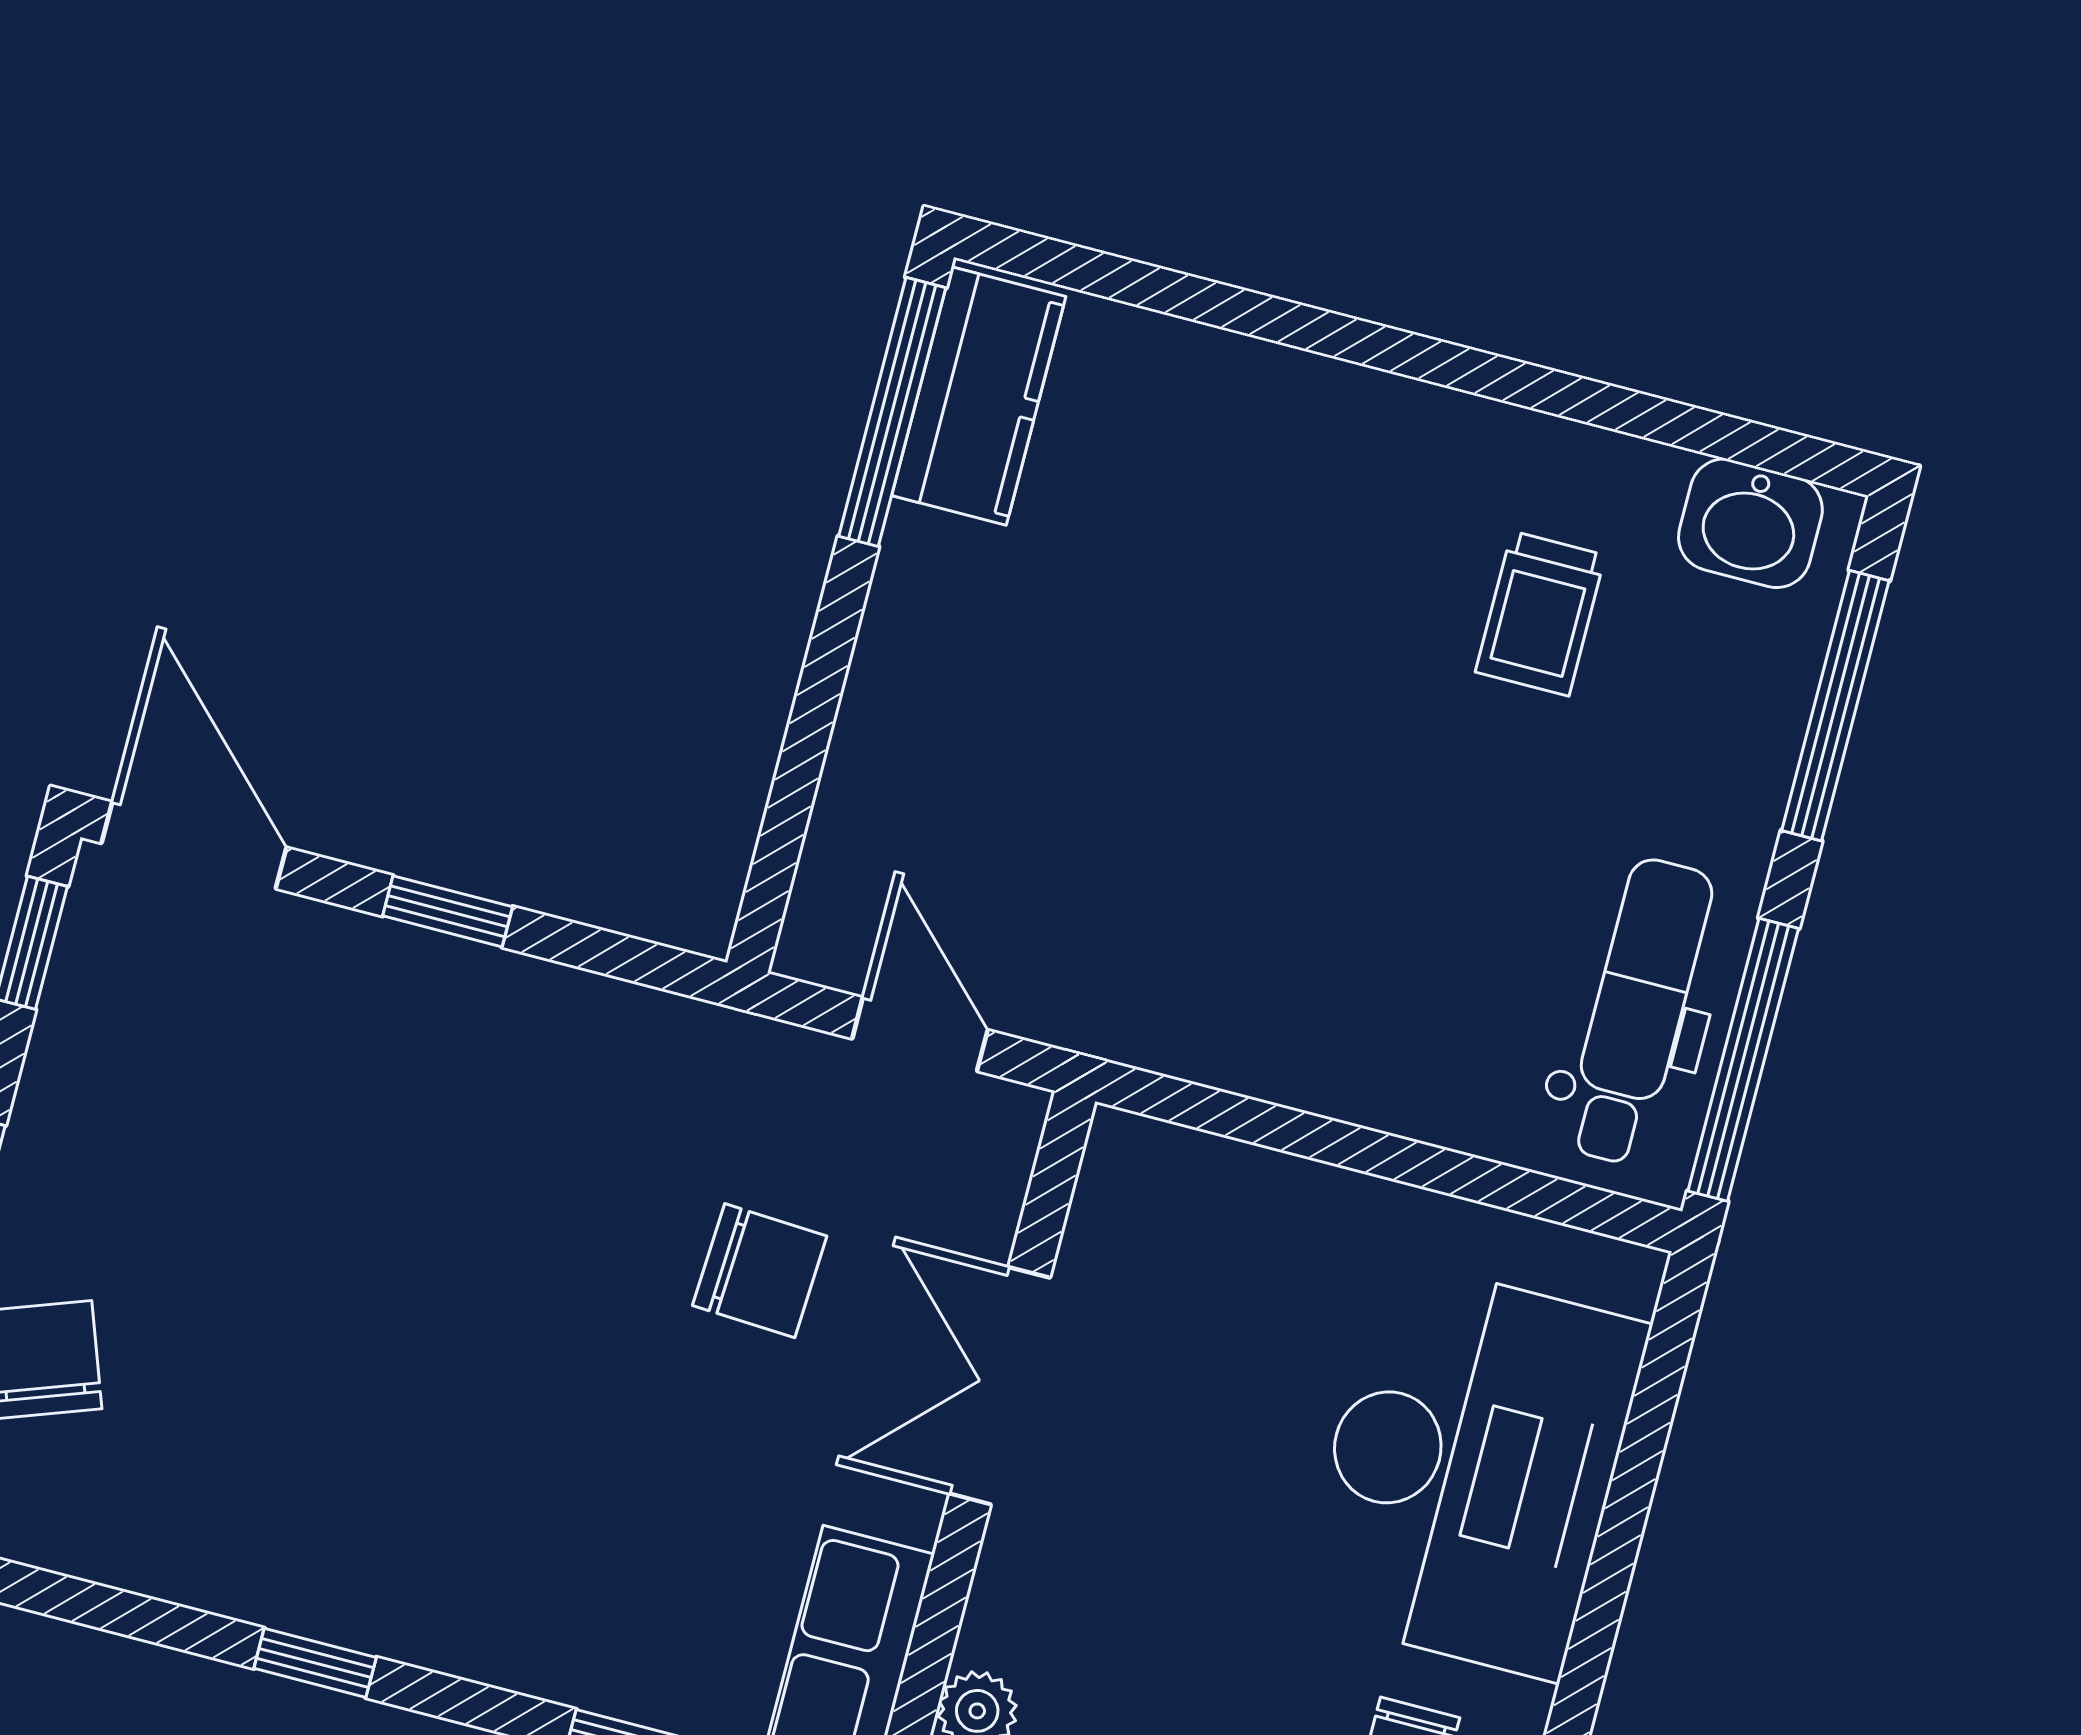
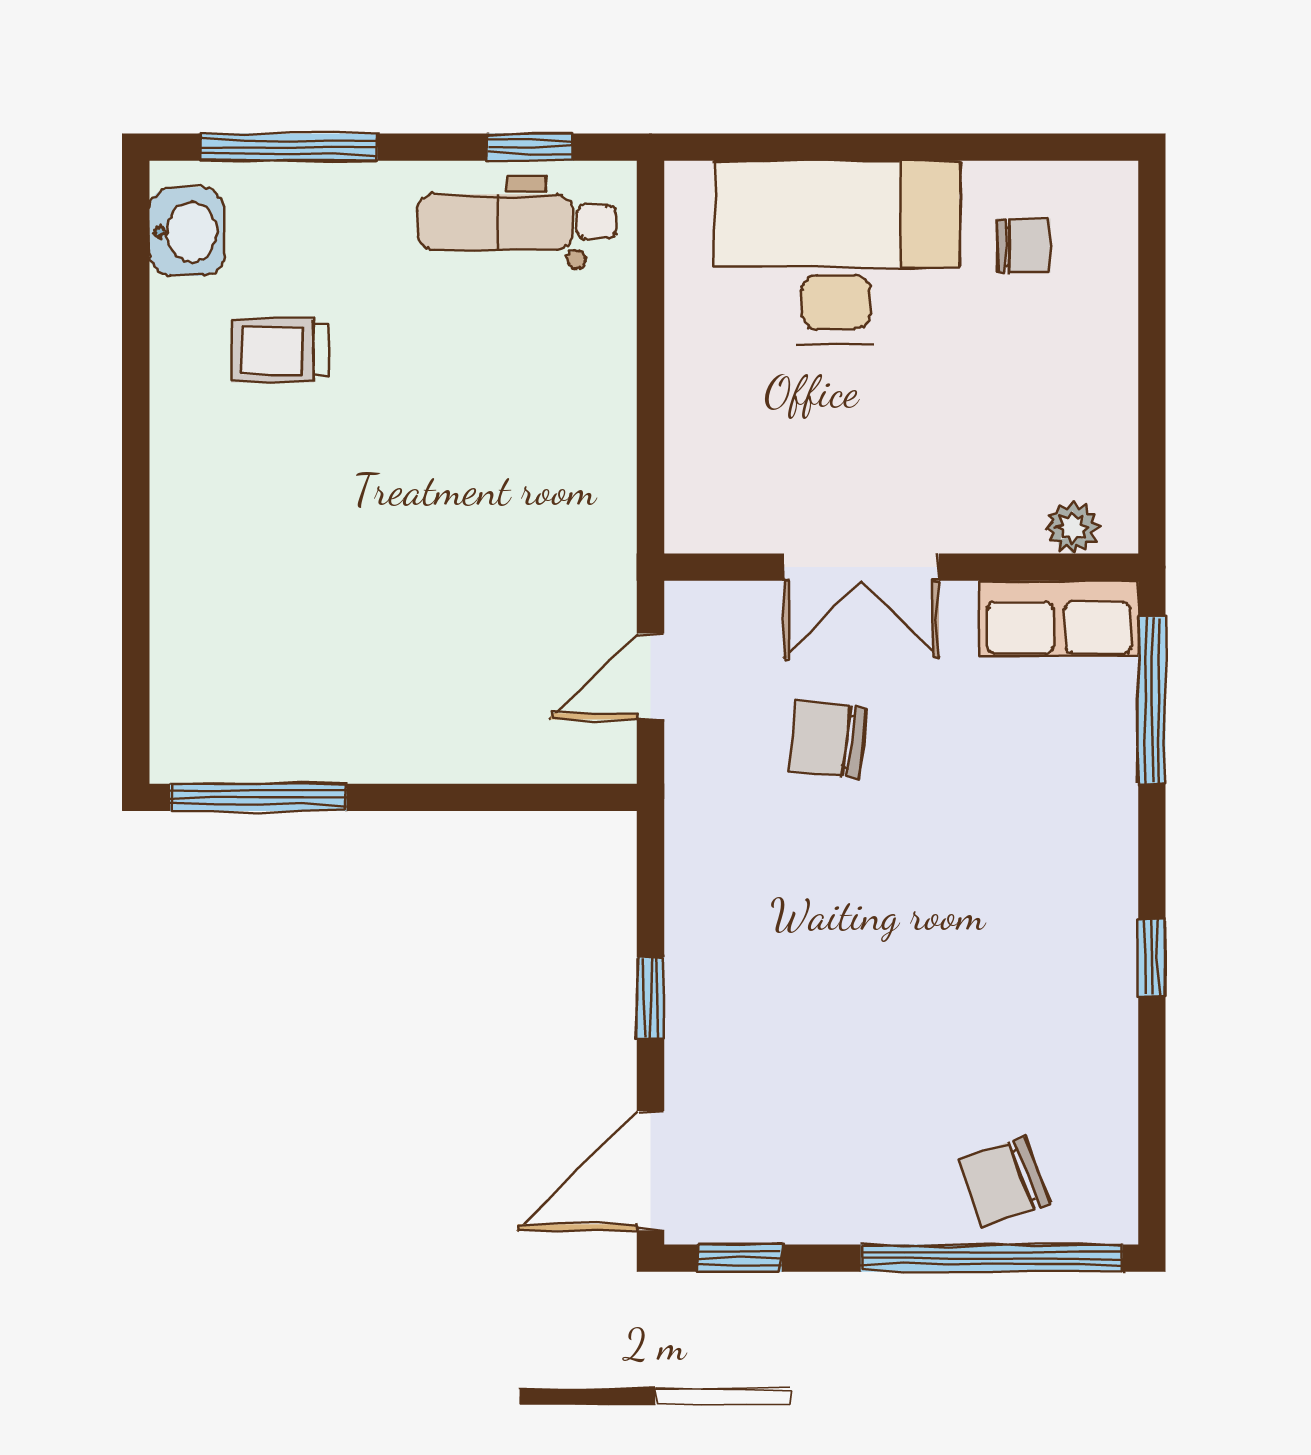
kitchen counter: (979, 396) -> (234, 745), removed
trolley: (1540, 614) -> (279, 351), turned 180
window: (1743, 1060) -> (530, 147), width x0.46
chair: (760, 1271) -> (828, 739), turned -86

